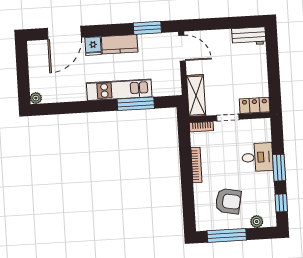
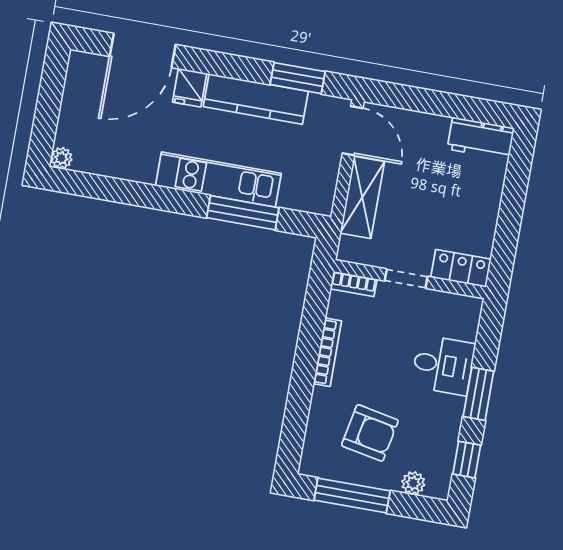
kitchen counter: (120, 44) -> (256, 99), width x1.50
shelving: (196, 96) -> (362, 197), moved

